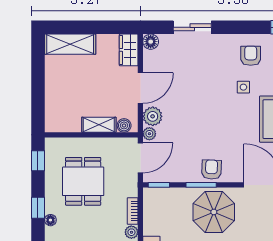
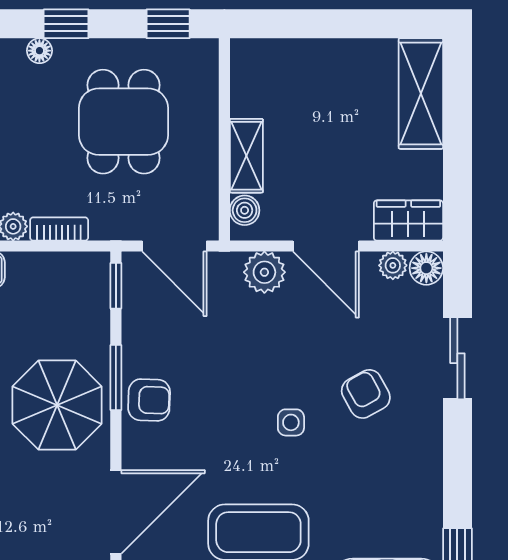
armchair: (251, 56) -> (366, 394), moved, turned -119
side table: (243, 87) -> (291, 422), moved
plant: (149, 134) -> (393, 265), moved
dining table: (83, 181) -> (123, 122), turned 90

